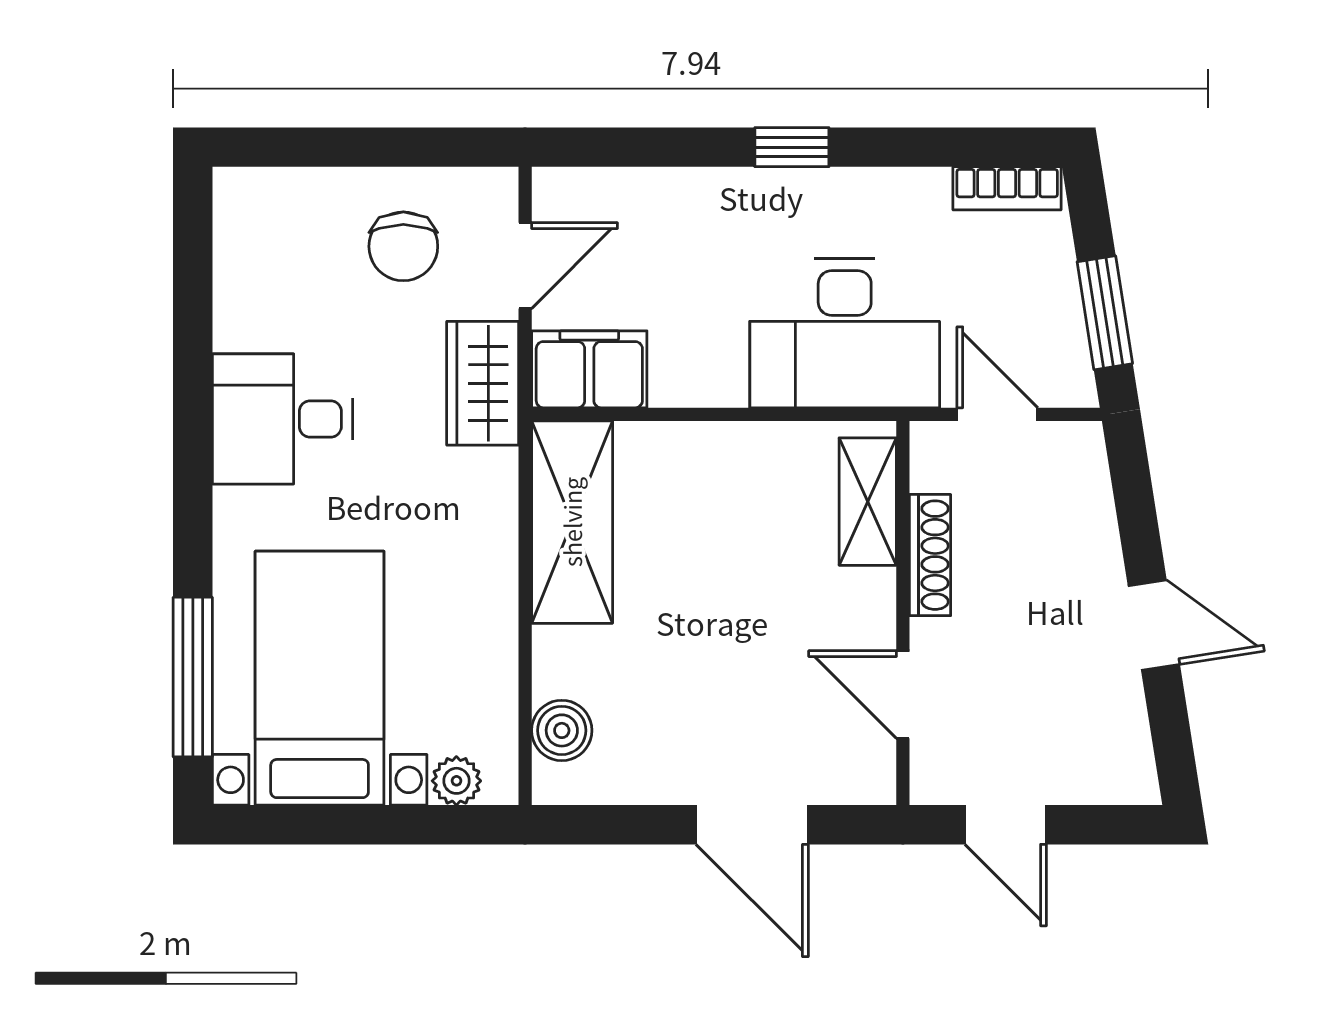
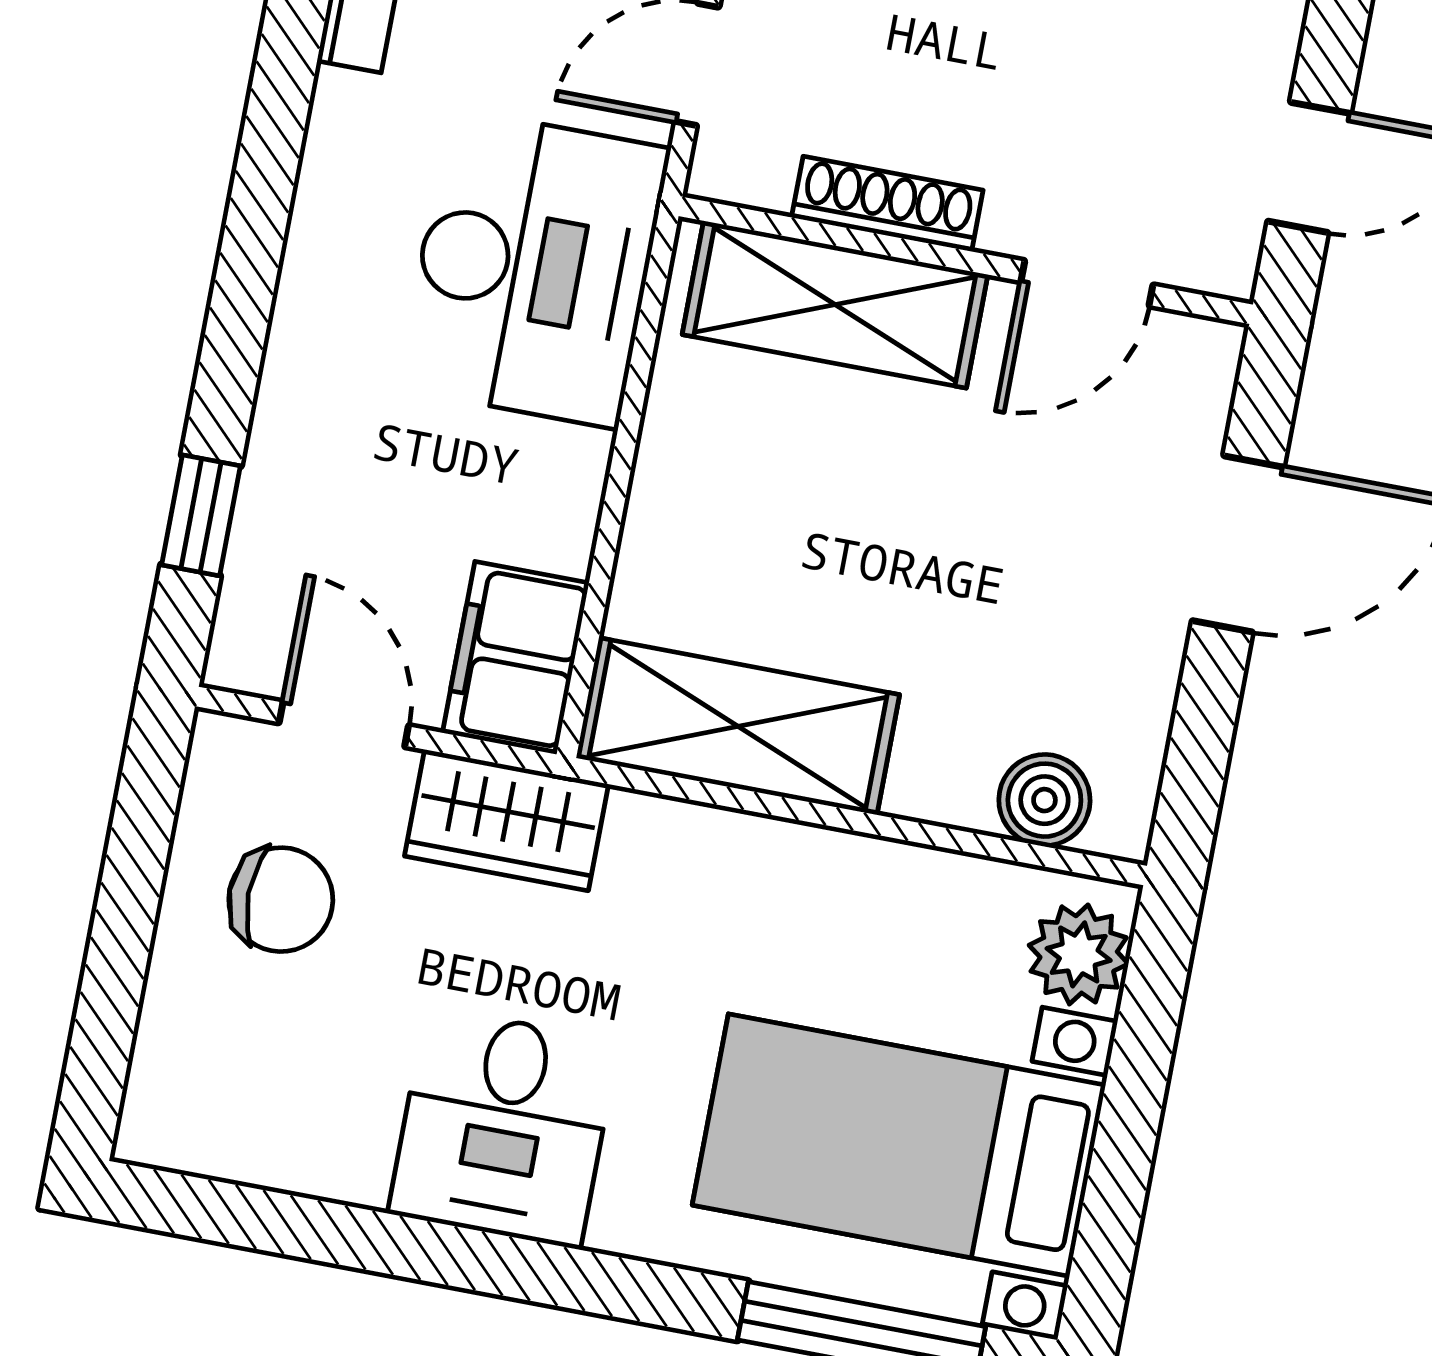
window: (792, 147) -> (201, 515), moved
shelving: (868, 502) -> (835, 305), width x1.50, depth x1.33
plant: (456, 781) -> (1079, 954), width x1.38, depth x1.38

